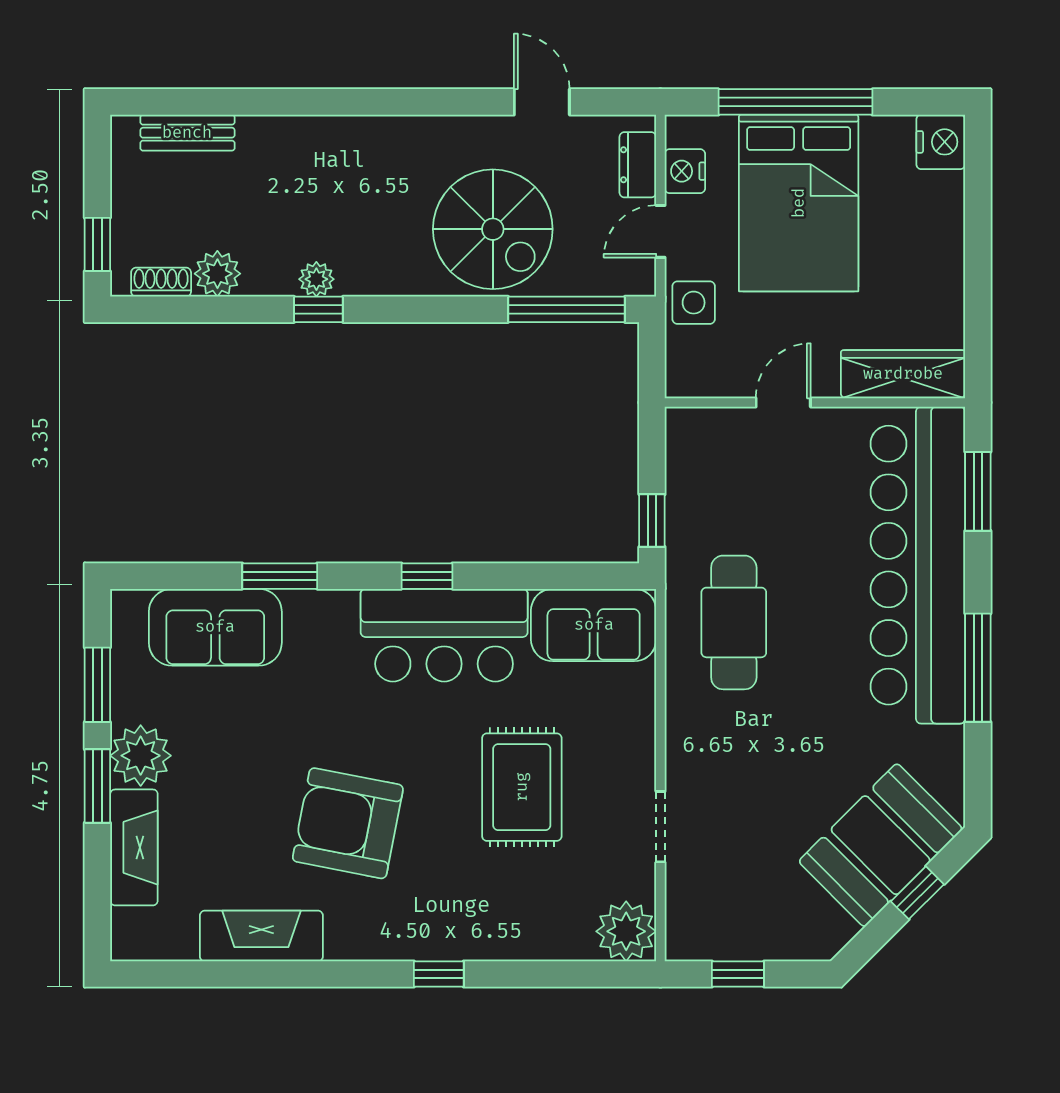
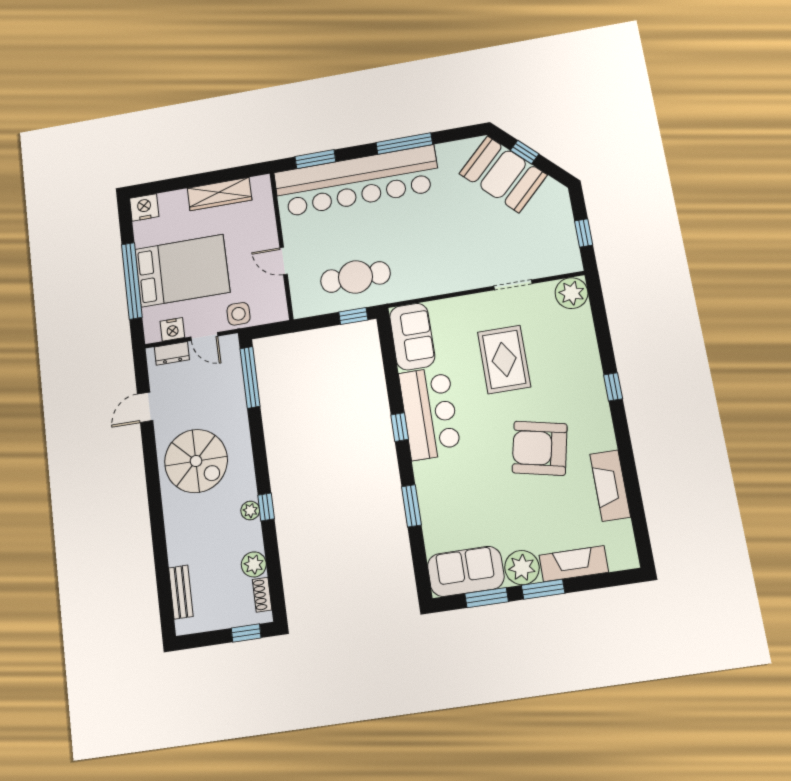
spiral stairs: (493, 229) -> (196, 461), moved, turned 90
wardrobe: (903, 374) -> (220, 194), moved, turned -90
cafe table: (734, 622) -> (355, 277), moved
sofa: (215, 627) -> (466, 571), moved, turned -90
rug: (522, 787) -> (504, 359), turned 90
armchair: (348, 823) -> (540, 448), turned 91

